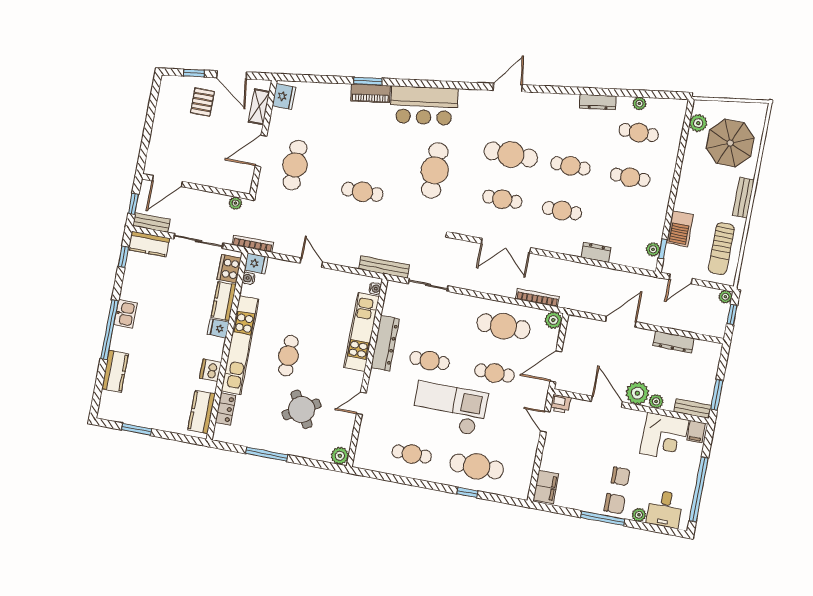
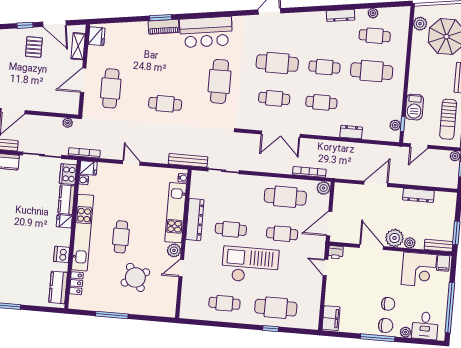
cafe table: (630, 177) -> (372, 71), width x1.37, depth x1.35
plant: (340, 456) -> (174, 250), moved

